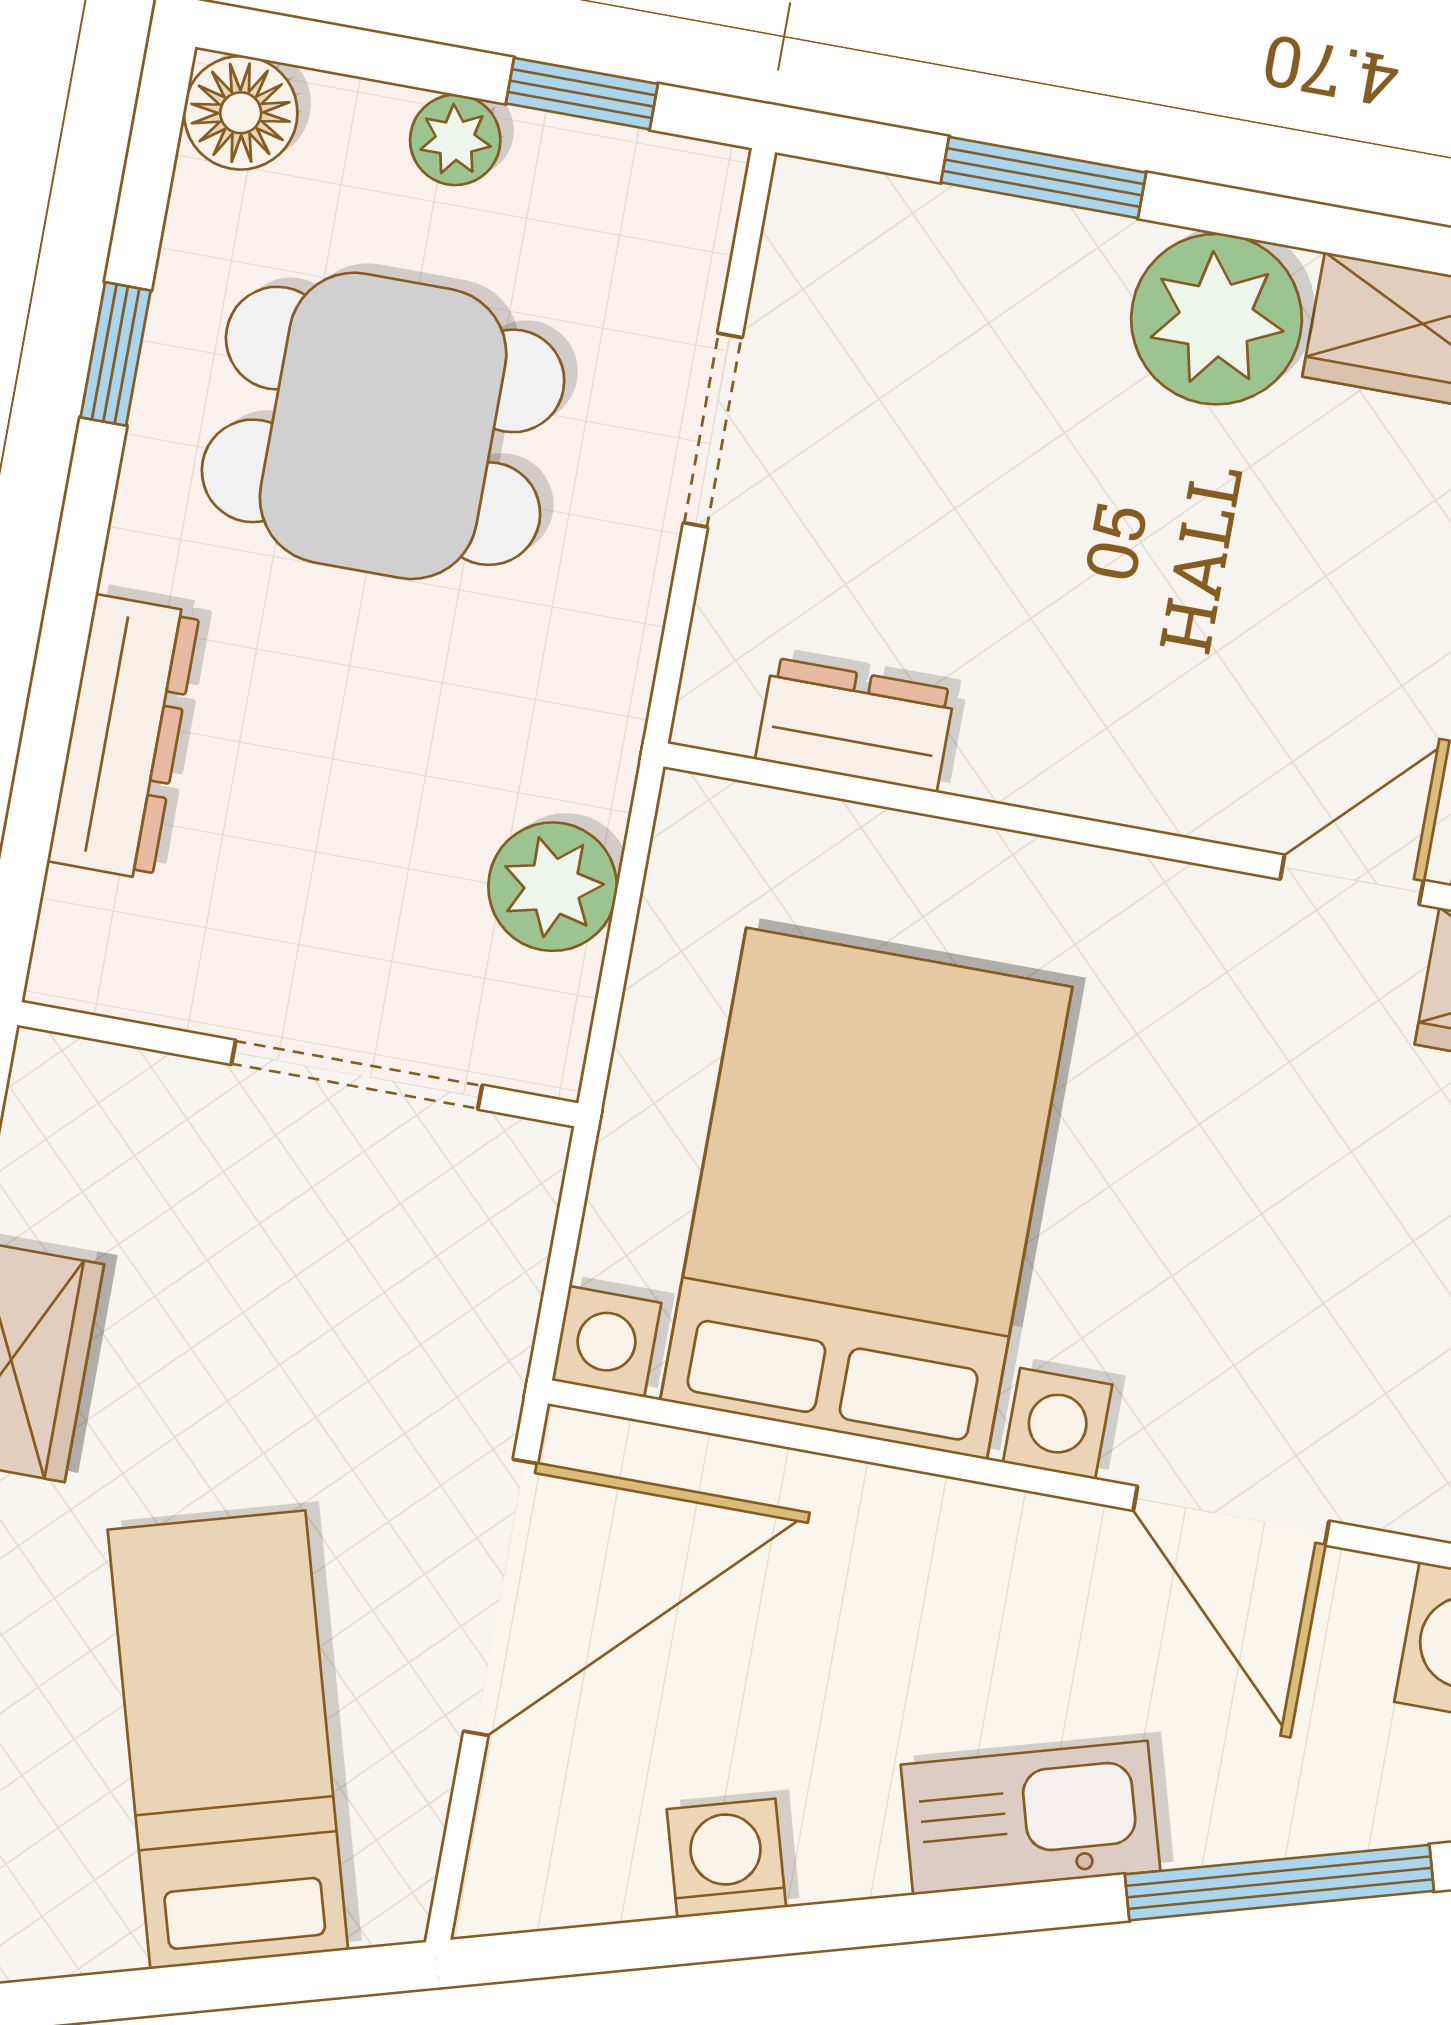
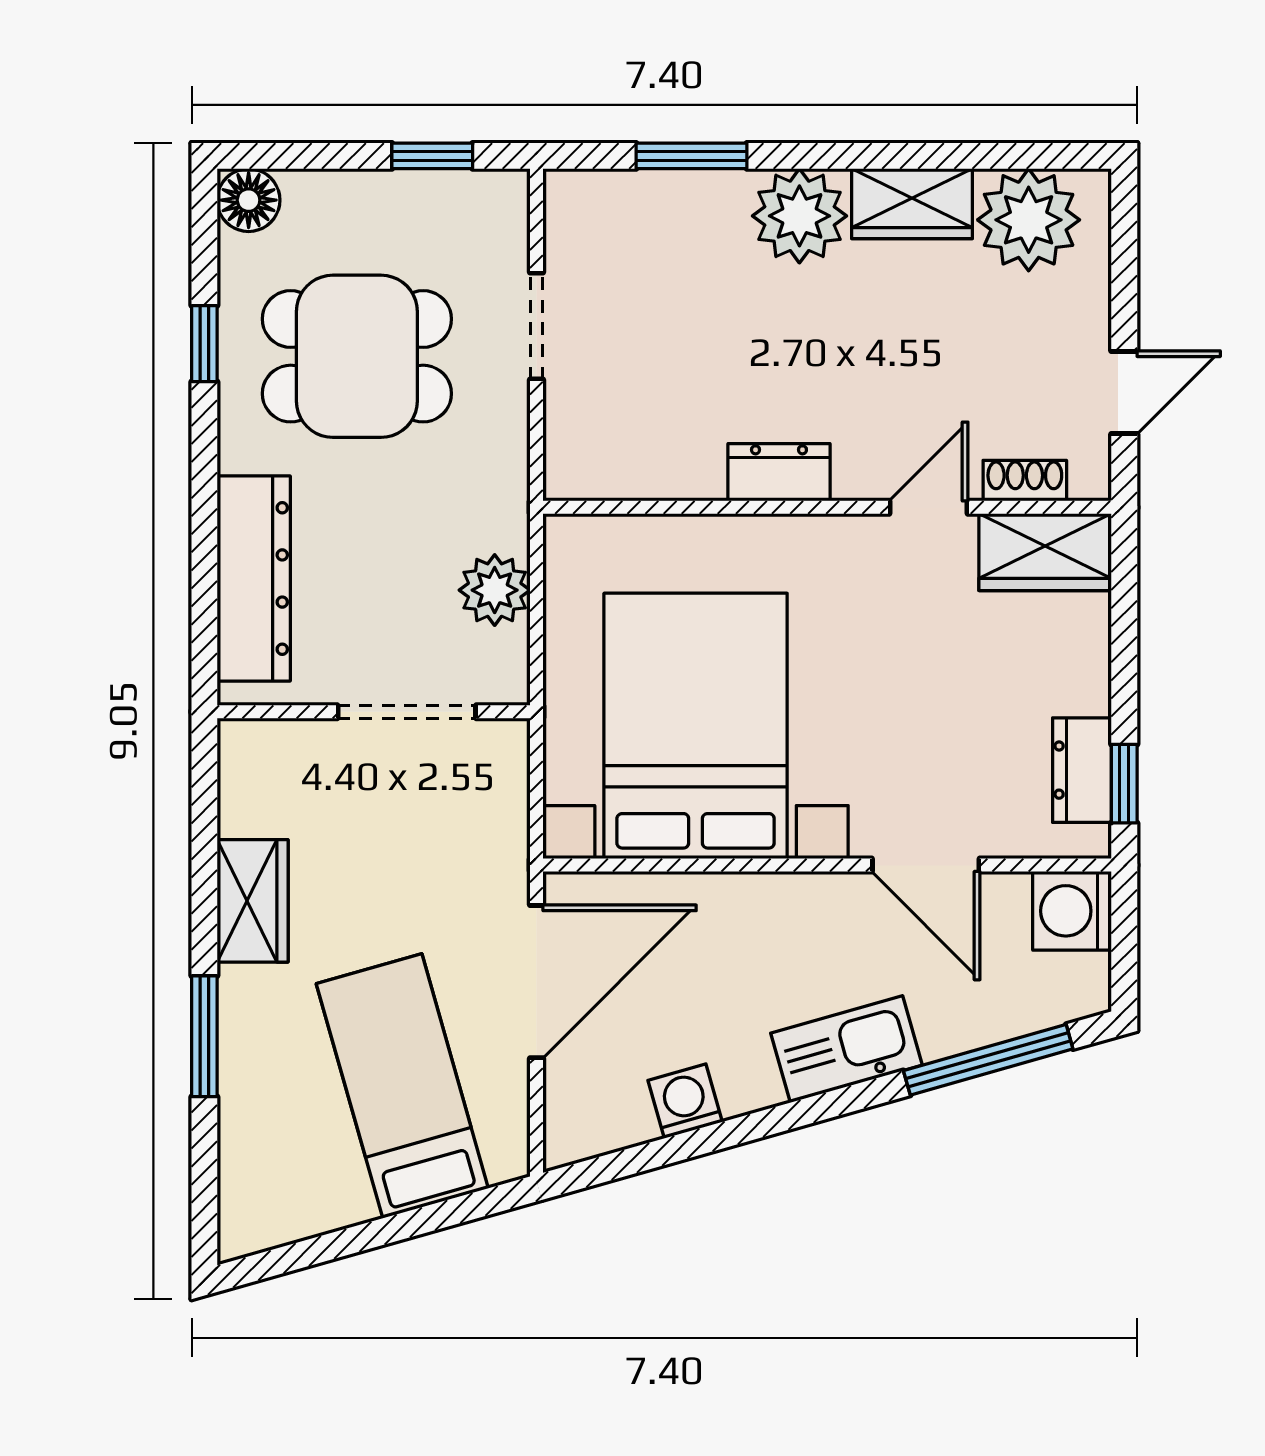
plant: (455, 140) -> (368, 194), removed
dresser: (855, 725) -> (779, 472), moved
dresser: (124, 737) -> (254, 579), width x1.37, depth x1.24

